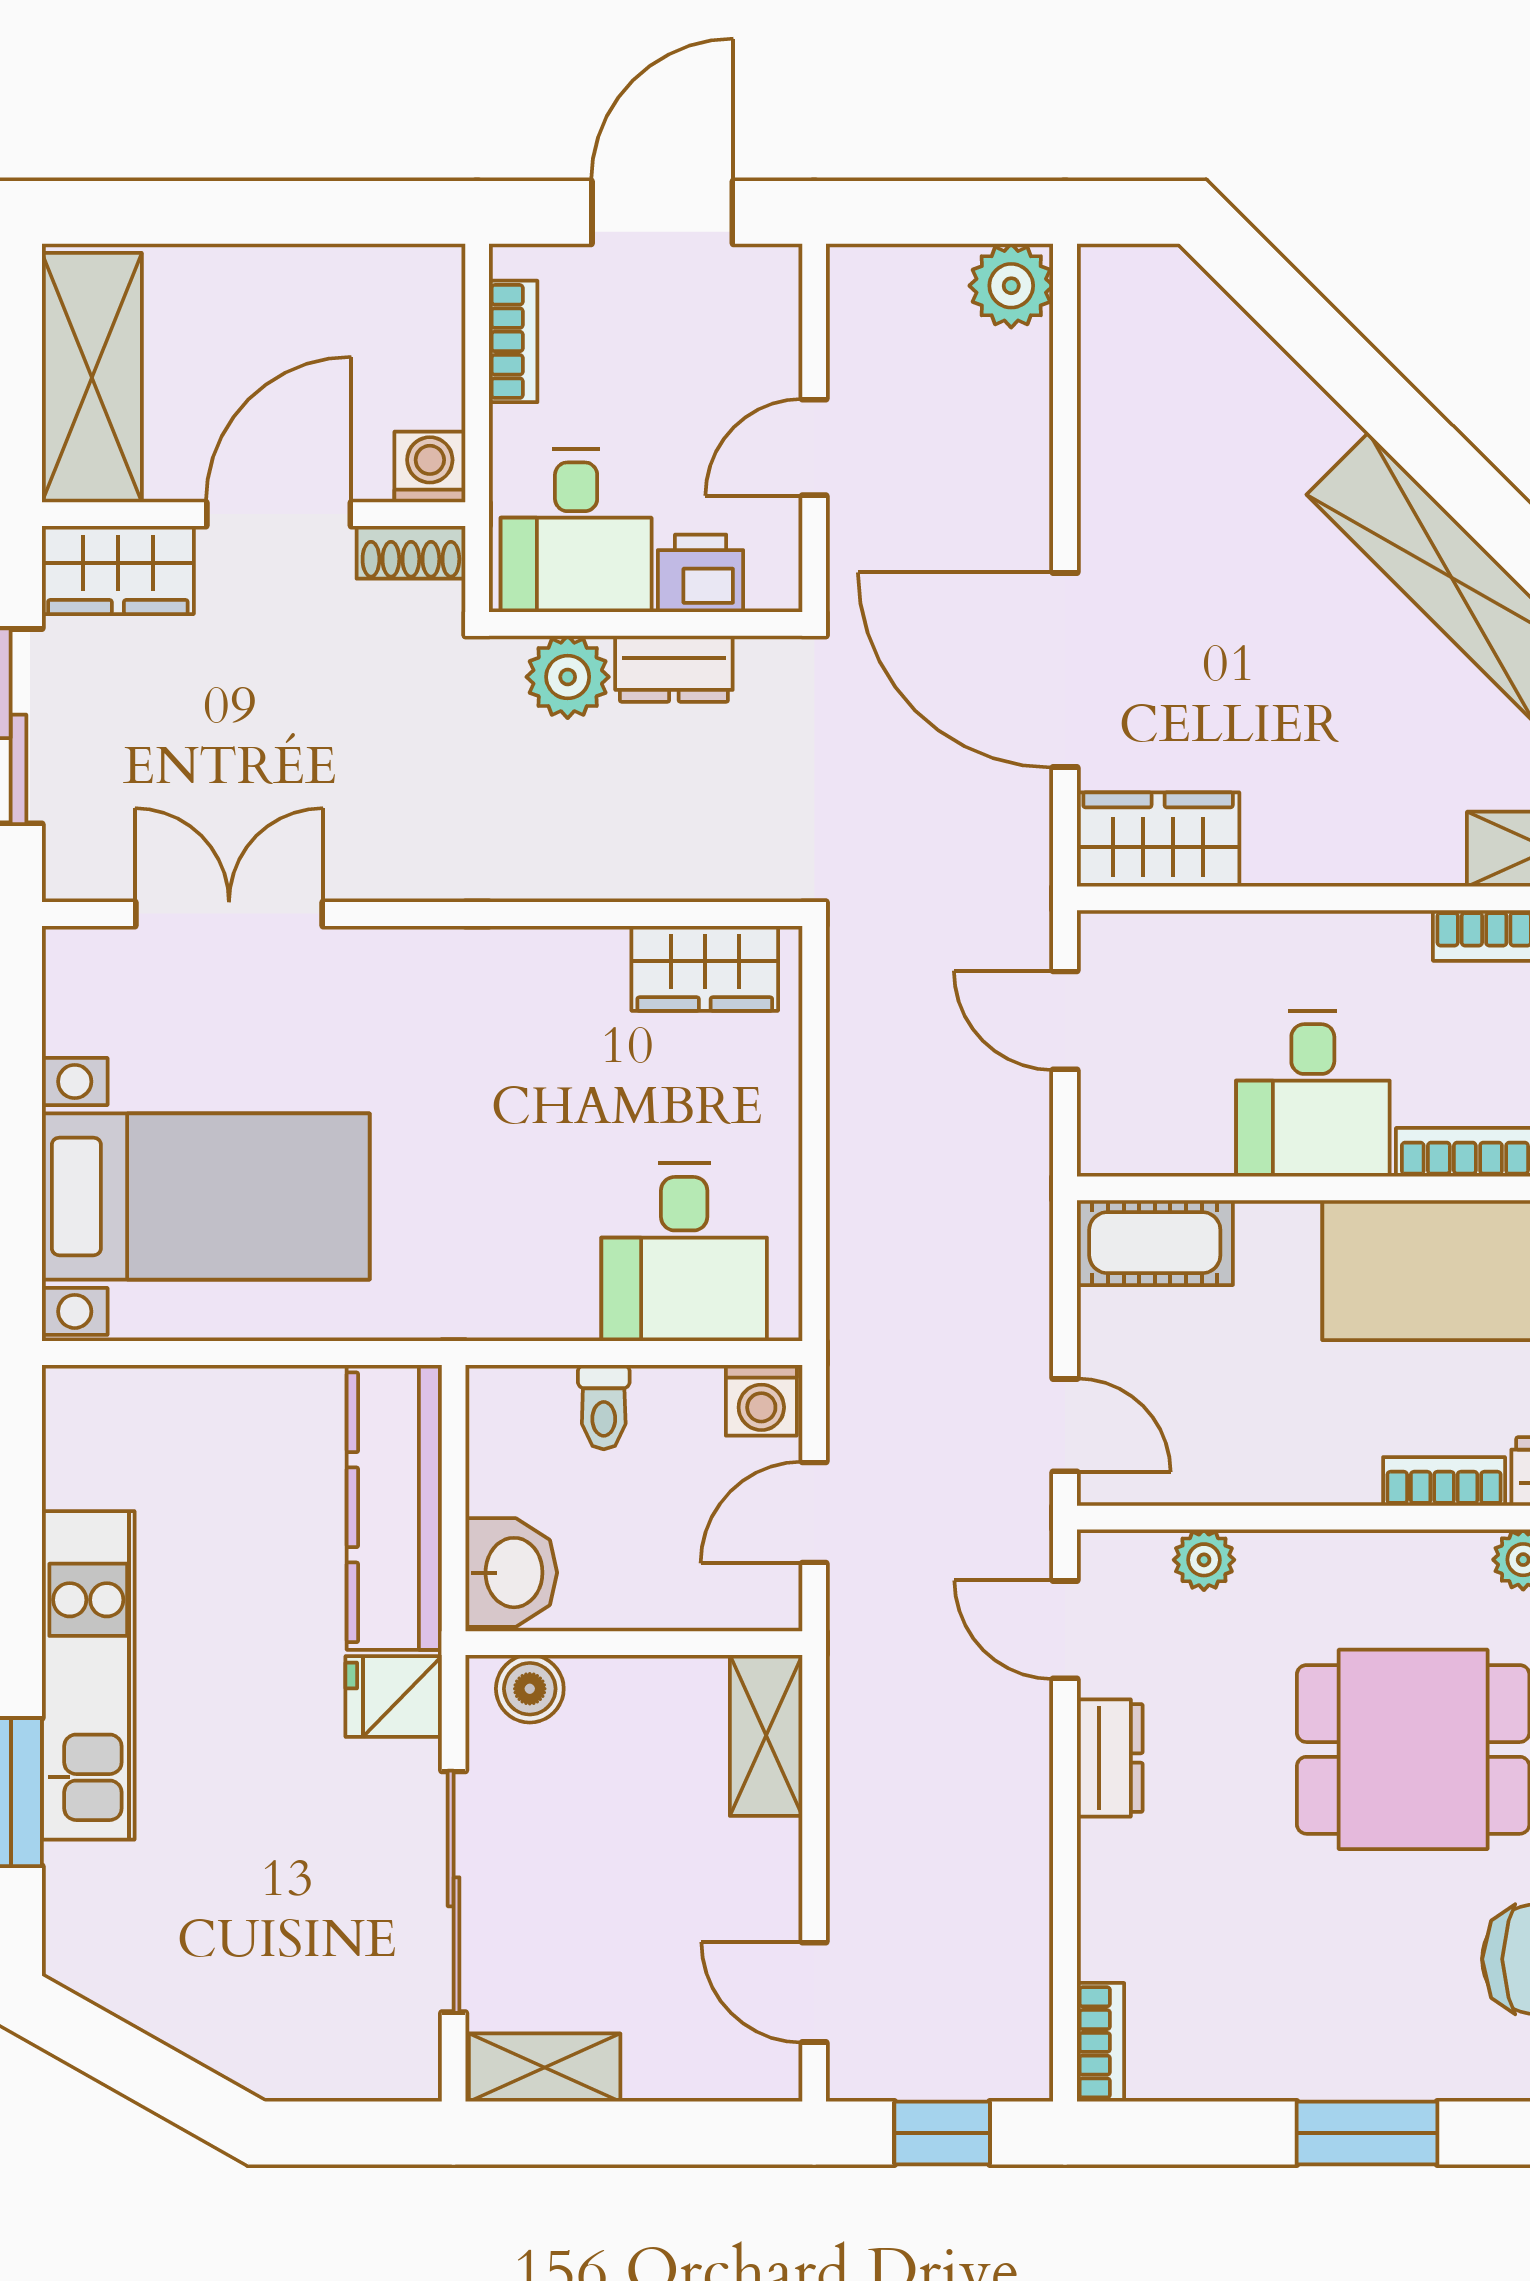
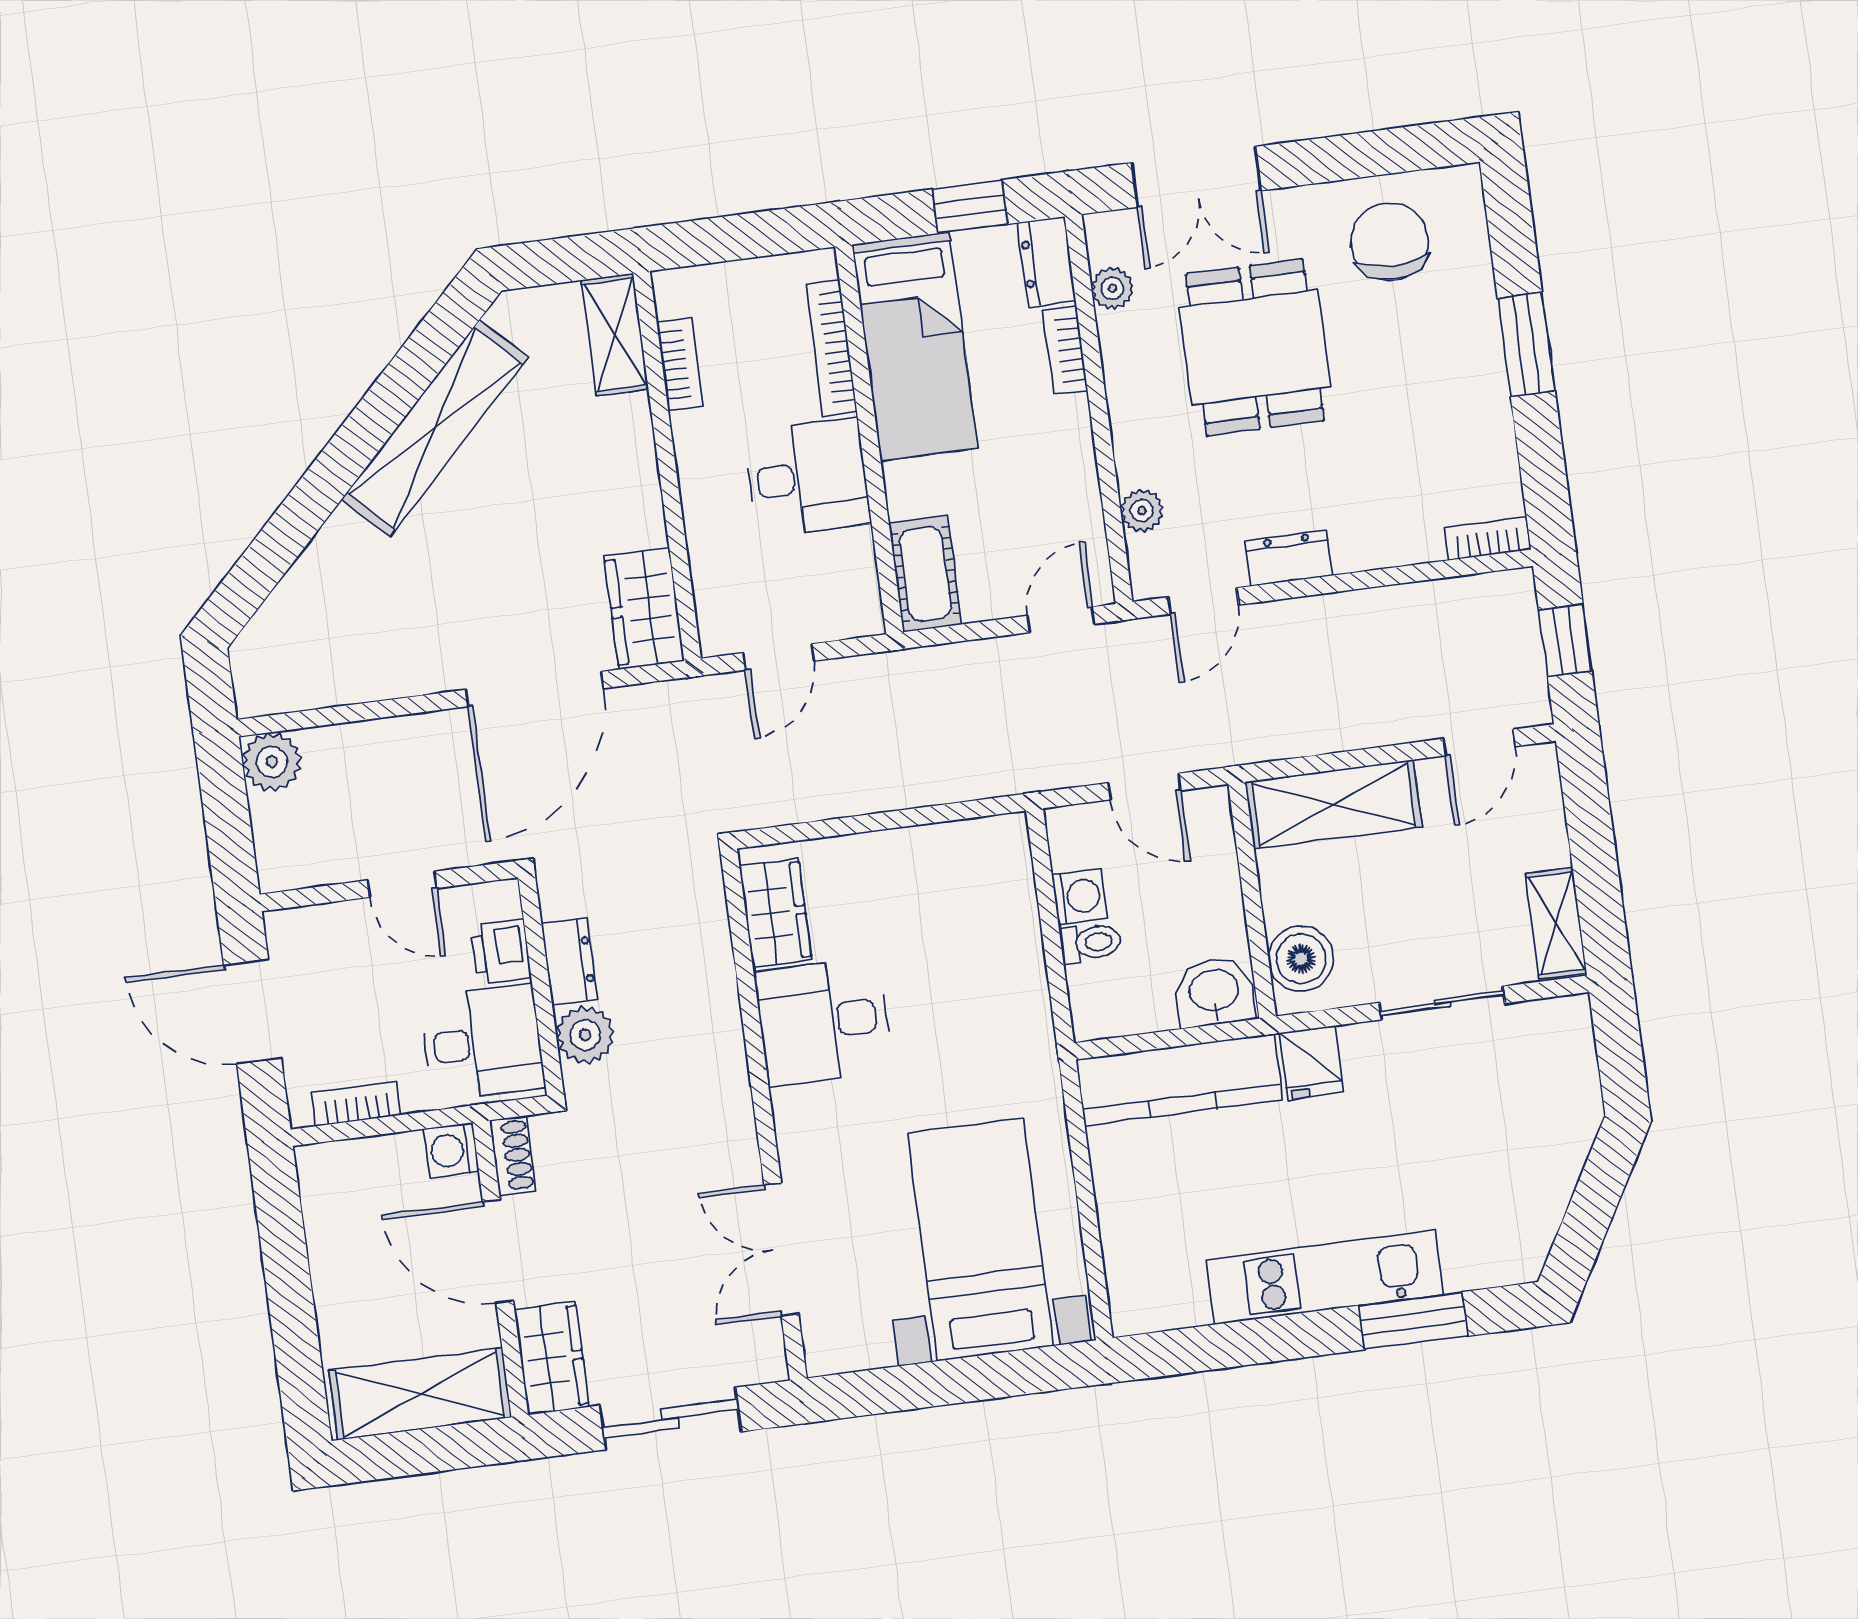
desk: (684, 1252) -> (823, 1022), moved, turned 180
washing machine: (761, 1400) -> (1079, 896), moved
boiler: (530, 1689) -> (1301, 959), width x1.36, depth x1.36
shelving: (766, 1735) -> (1334, 804), width x1.50, depth x1.33
sliding door: (454, 1892) -> (1442, 1003), width x0.73

